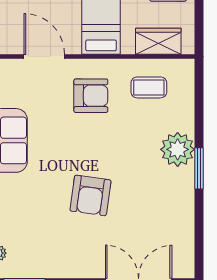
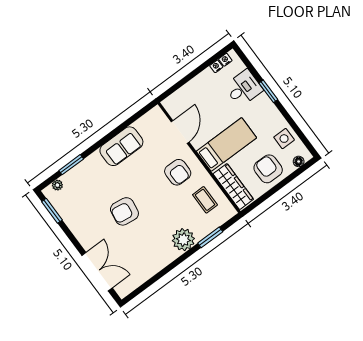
wardrobe: (158, 41) -> (233, 187), width x1.50
window: (199, 168) -> (210, 237), moved

